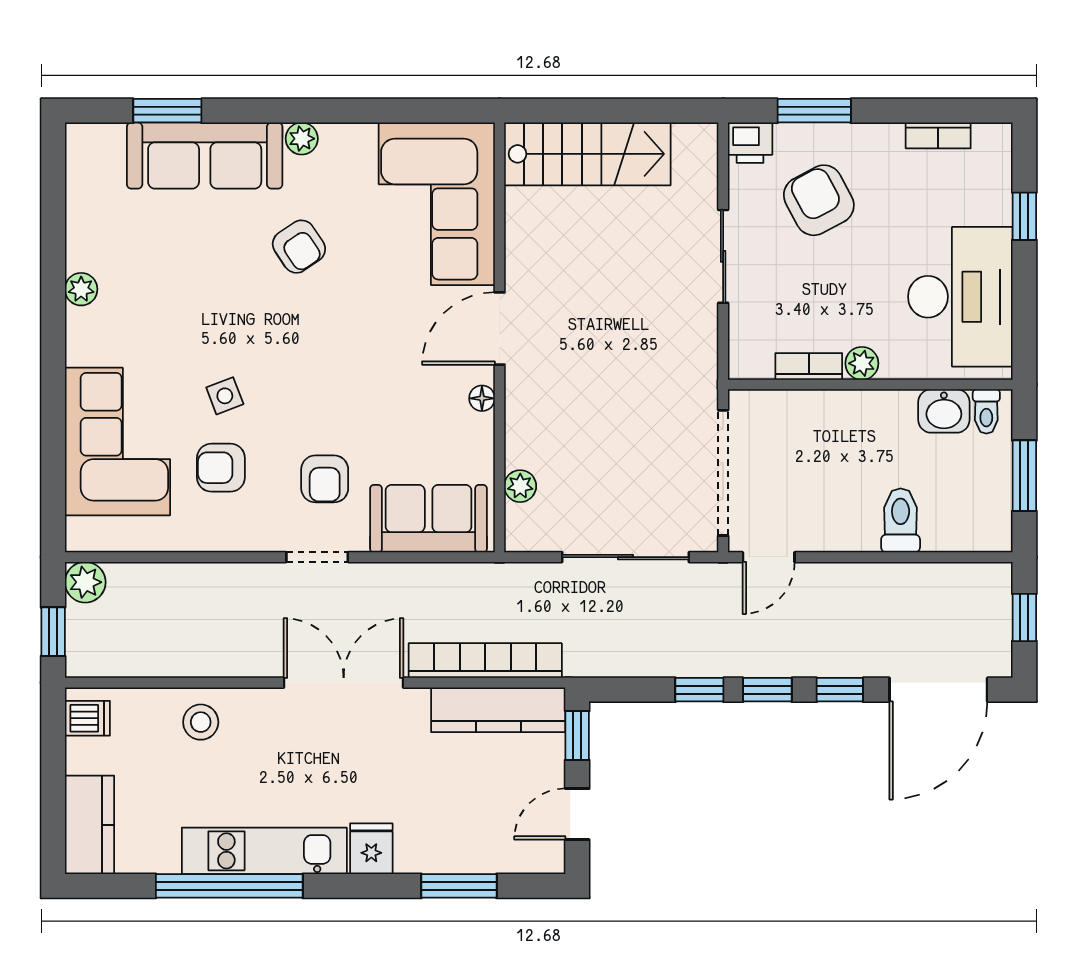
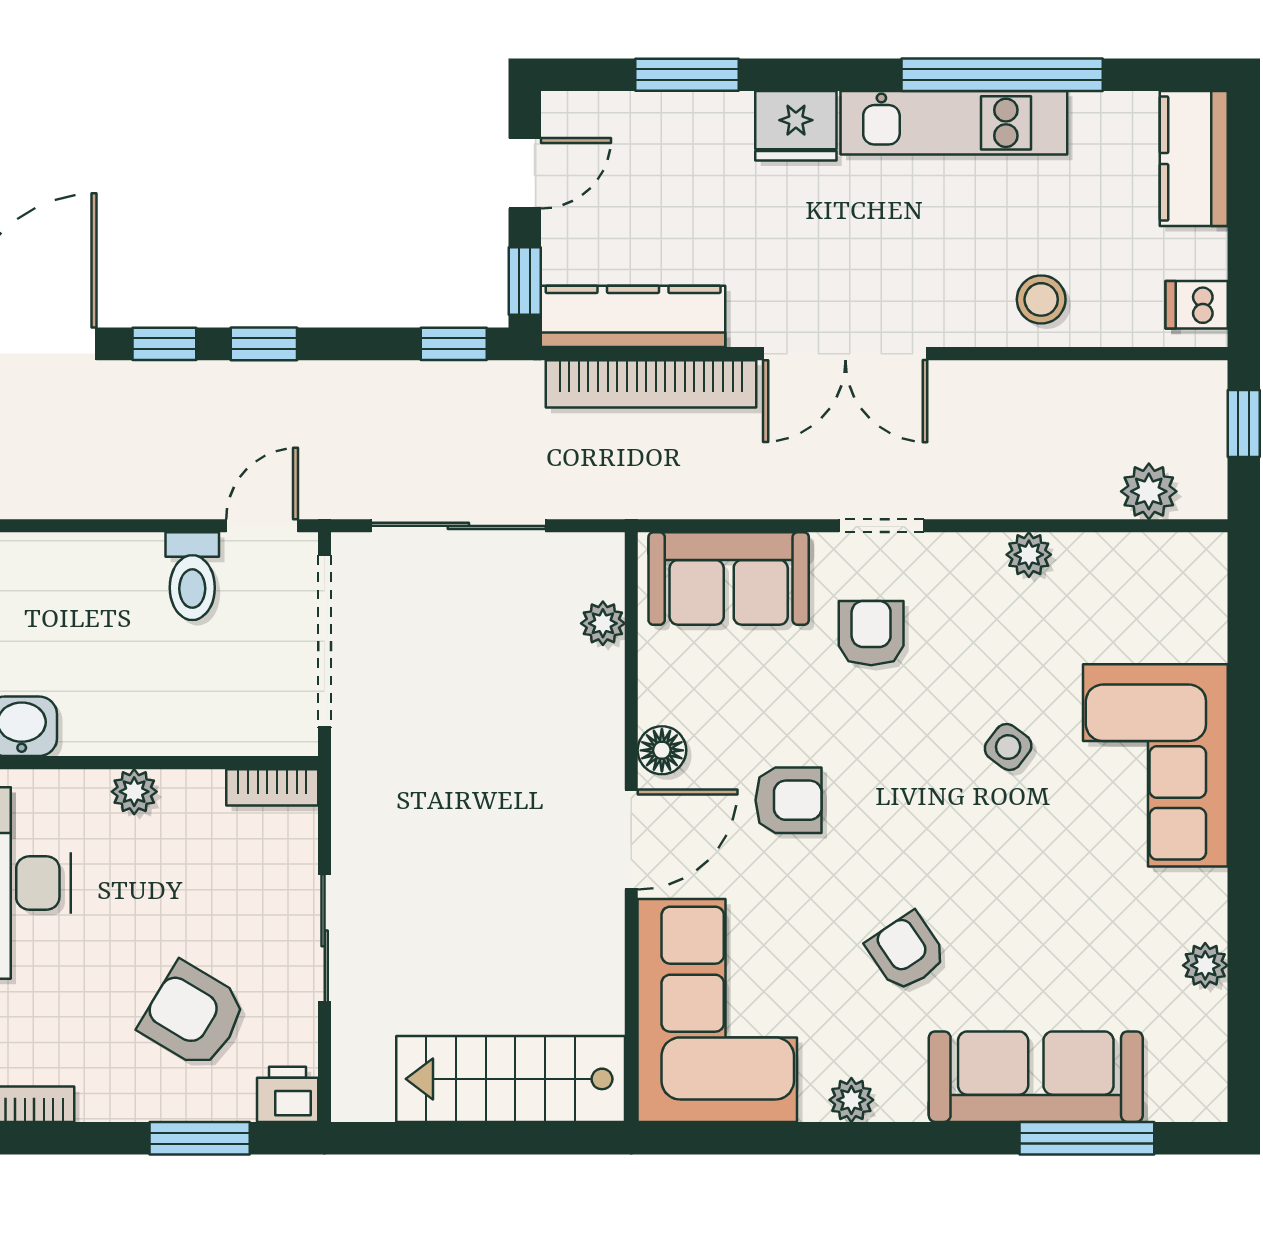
window: (167, 111) -> (1087, 1138), width x1.44
plant: (302, 139) -> (851, 1100), moved
armchair: (819, 200) -> (193, 1015), turned 149
plant: (81, 289) -> (1205, 965), moved
bookcase: (809, 366) -> (272, 787), moved
side table: (225, 396) -> (1008, 747), turned -32
floor lamp: (482, 398) -> (662, 750), width x1.37, depth x1.37
corner sofa: (118, 442) -> (1155, 765), moved
armchair: (221, 468) -> (789, 800), moved
toilet: (901, 520) -> (192, 576), moved
plant: (210, 536) -> (1029, 555), added
plant: (85, 582) -> (1149, 491), moved
window: (699, 690) -> (454, 344), moved
fridge: (371, 849) -> (796, 126), width x1.38

